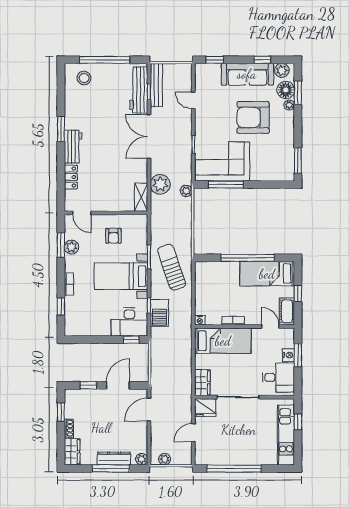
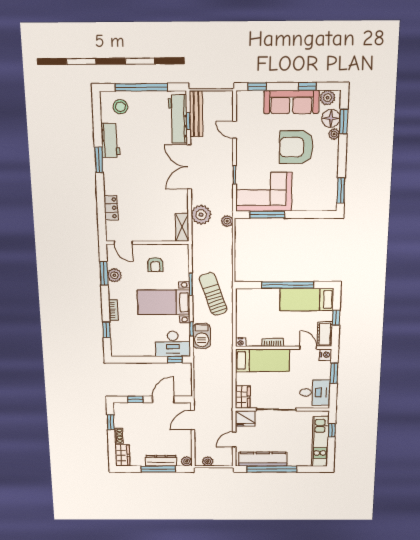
workbench: (73, 147) -> (110, 140), moved
nightstand: (288, 355) -> (326, 355), moved
kitchen counter: (224, 456) -> (263, 459), added

